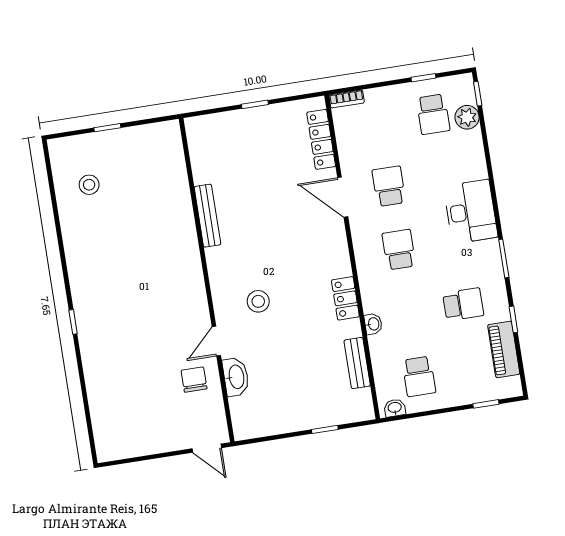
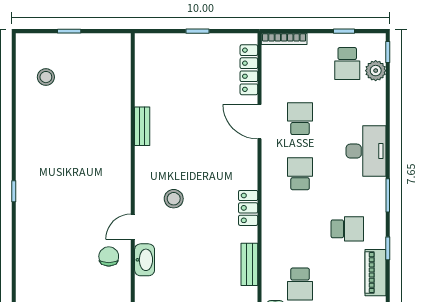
bookcase: (347, 99) -> (284, 39), width x1.56
bench: (207, 216) -> (142, 126), width x0.73
washbasin: (373, 324) -> (268, 233), removed

